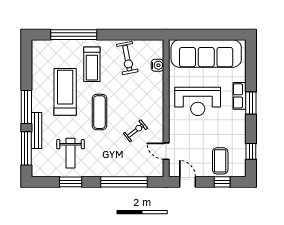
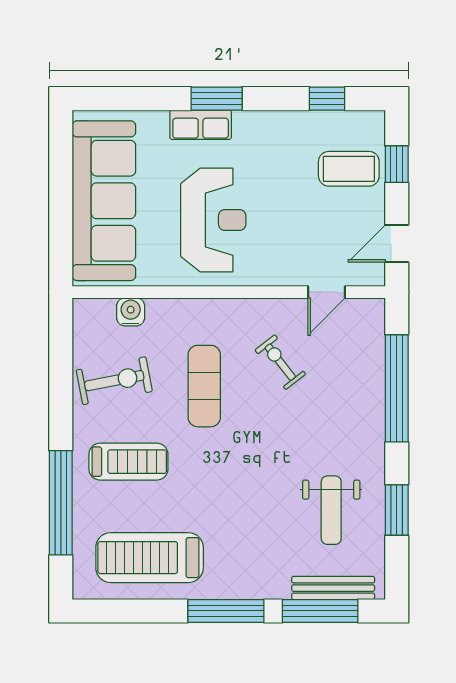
treadmill: (65, 92) -> (150, 558), moved
exercise mat: (99, 112) -> (204, 386), moved, turned 90
bench: (36, 131) -> (333, 588), moved
weight bench: (71, 153) -> (331, 510), turned 90

